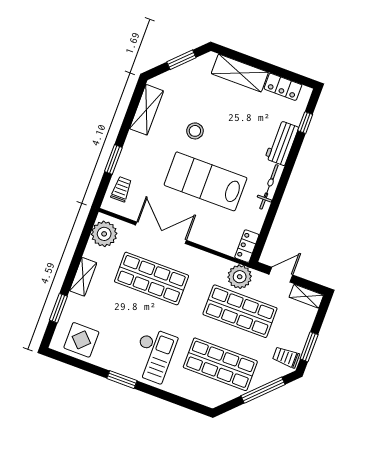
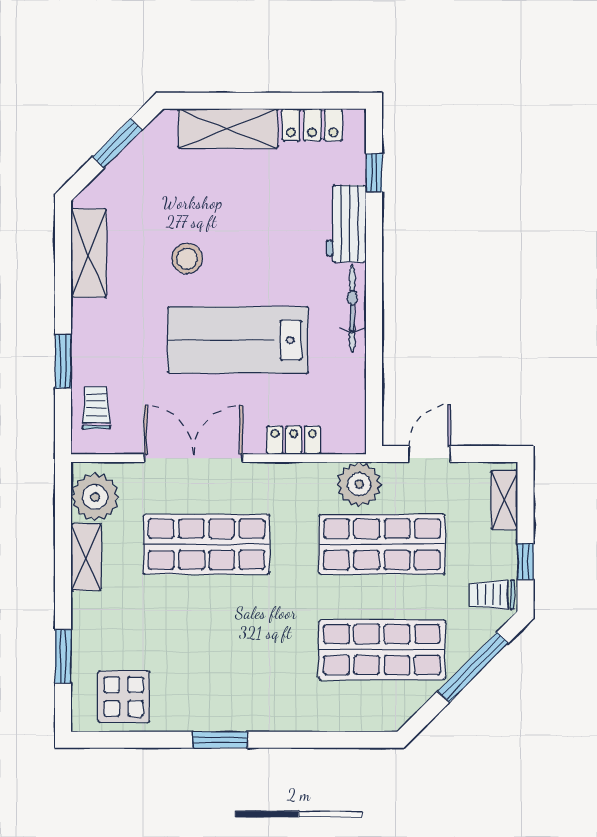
locker: (247, 246) -> (294, 440), moved, turned 90
shelving: (83, 277) -> (86, 557), moved
shelving: (306, 296) -> (504, 500), moved, turned 90
window: (309, 347) -> (525, 562), width x0.67
checkout: (153, 355) -> (259, 677), removed

